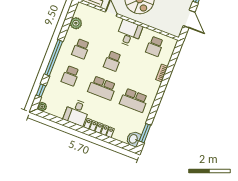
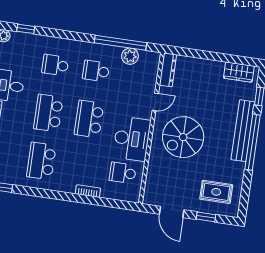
door: (189, 19) -> (172, 212), hinge flipped
desk: (129, 33) -> (132, 139), width x1.37
window: (54, 58) -> (120, 43), moved
school desk: (113, 61) -> (89, 119), width x1.85

